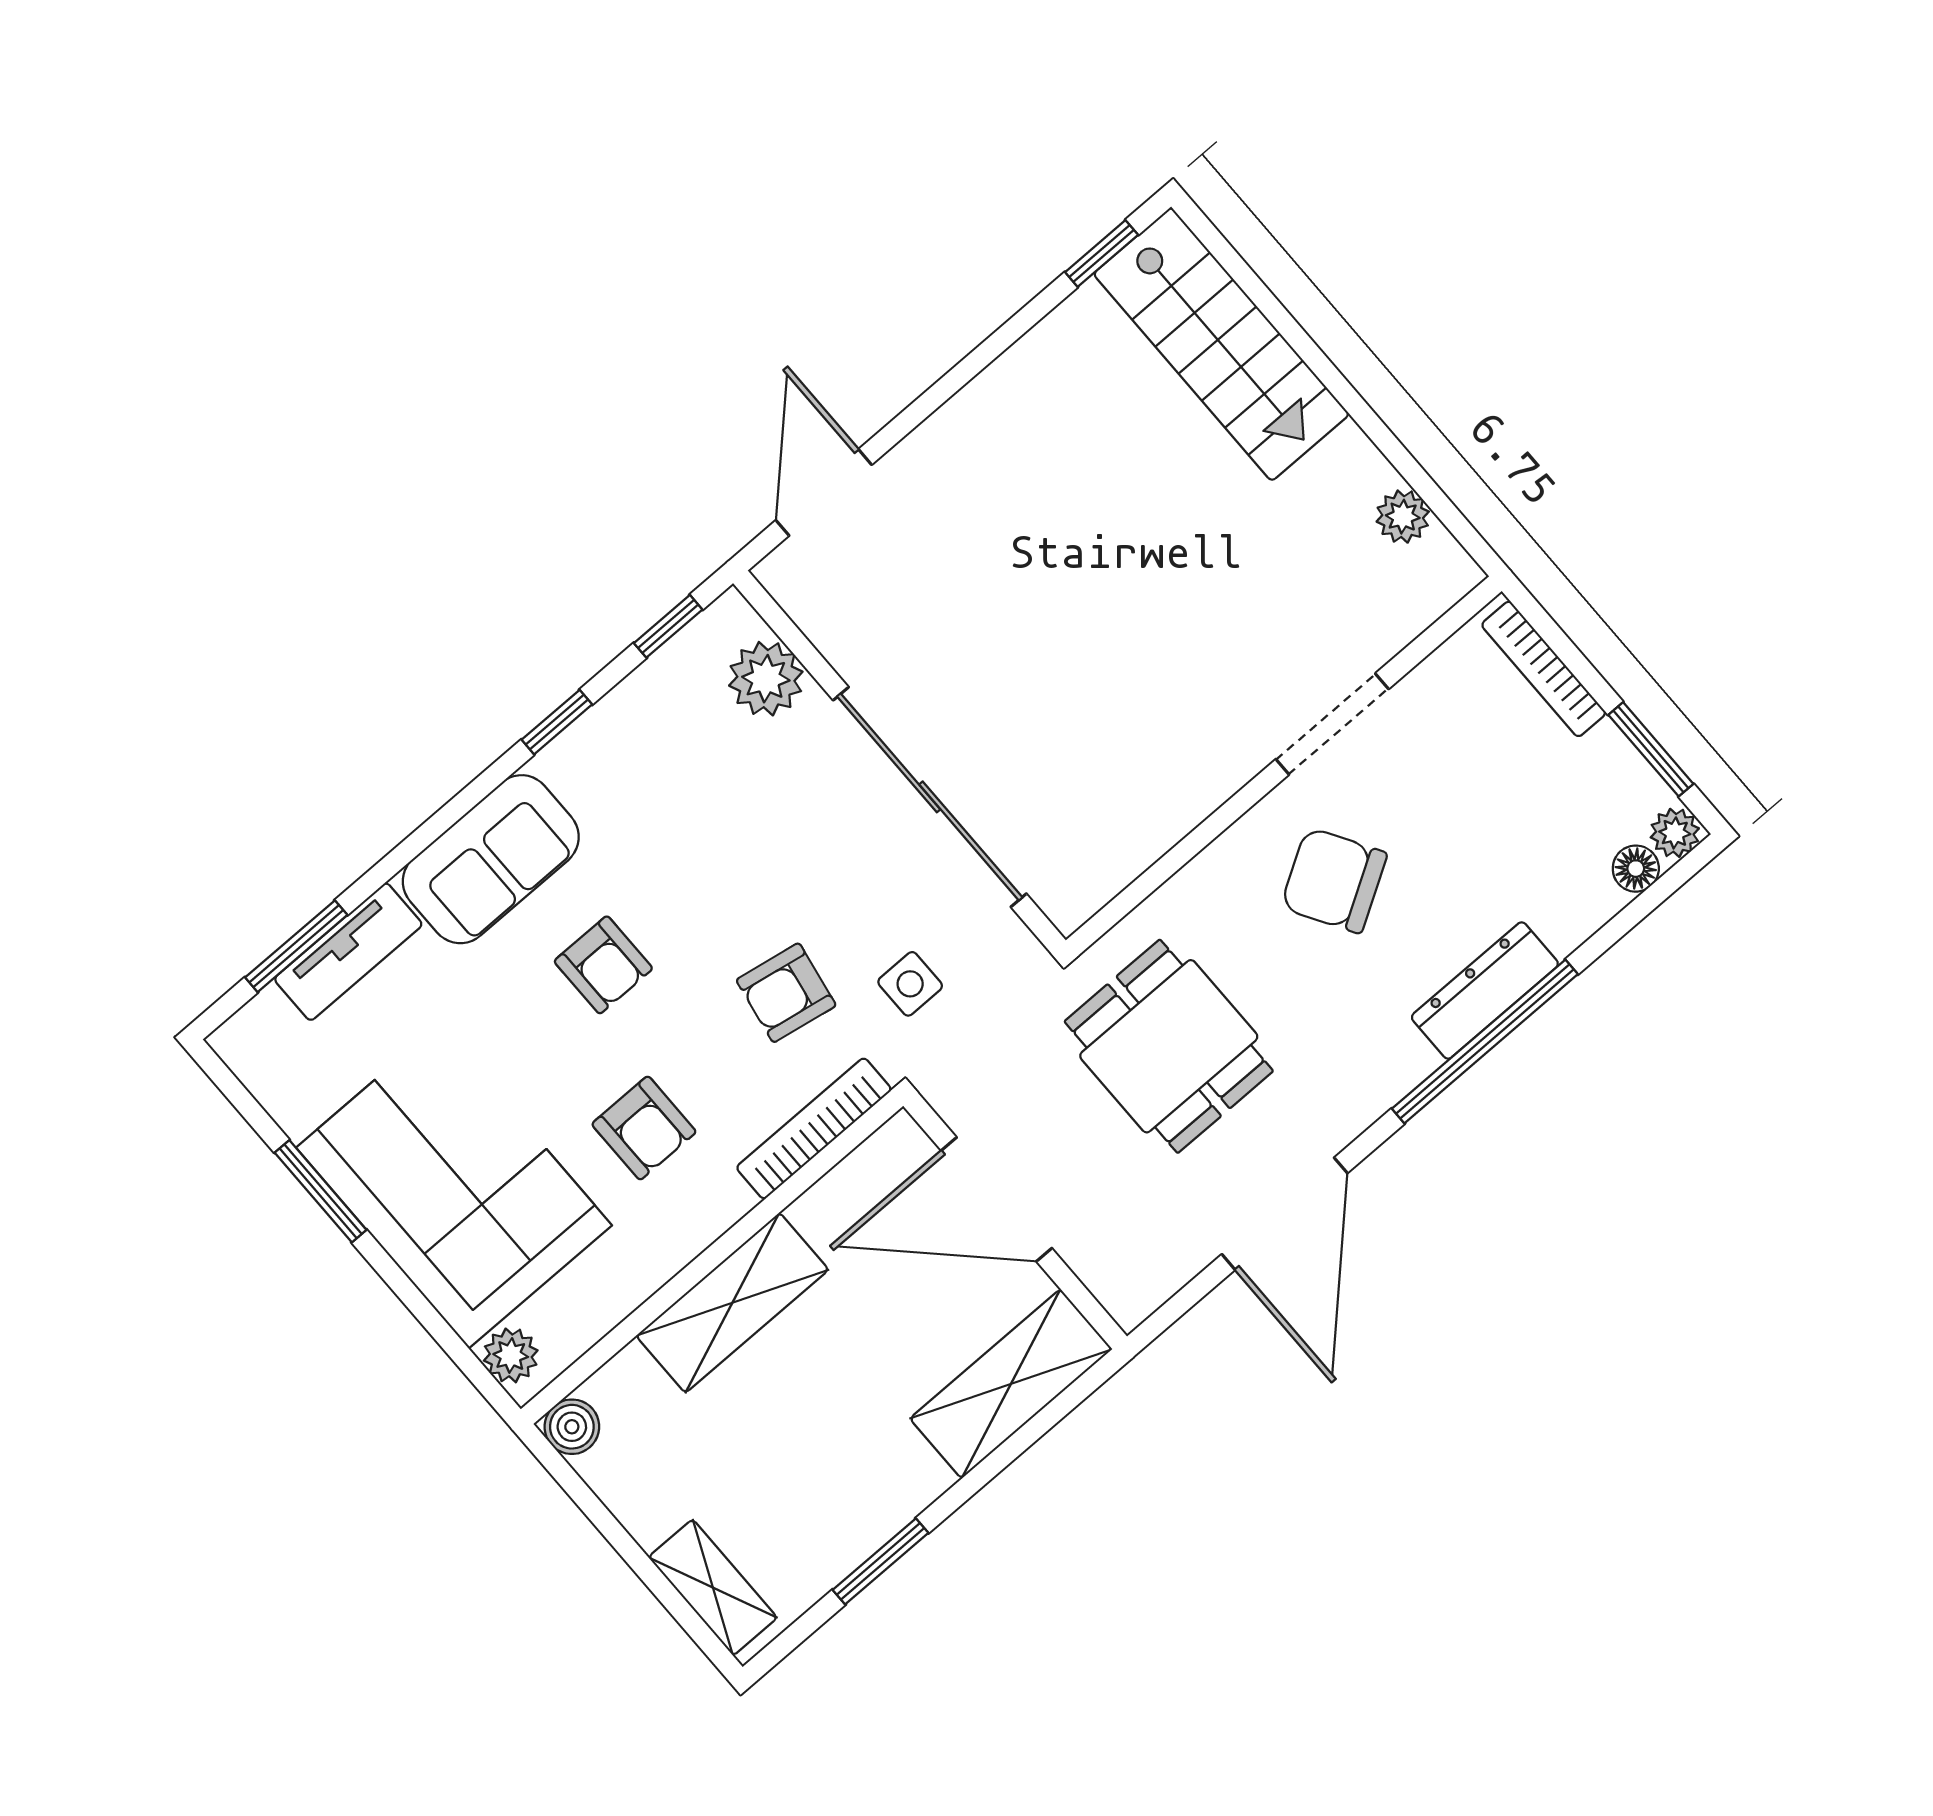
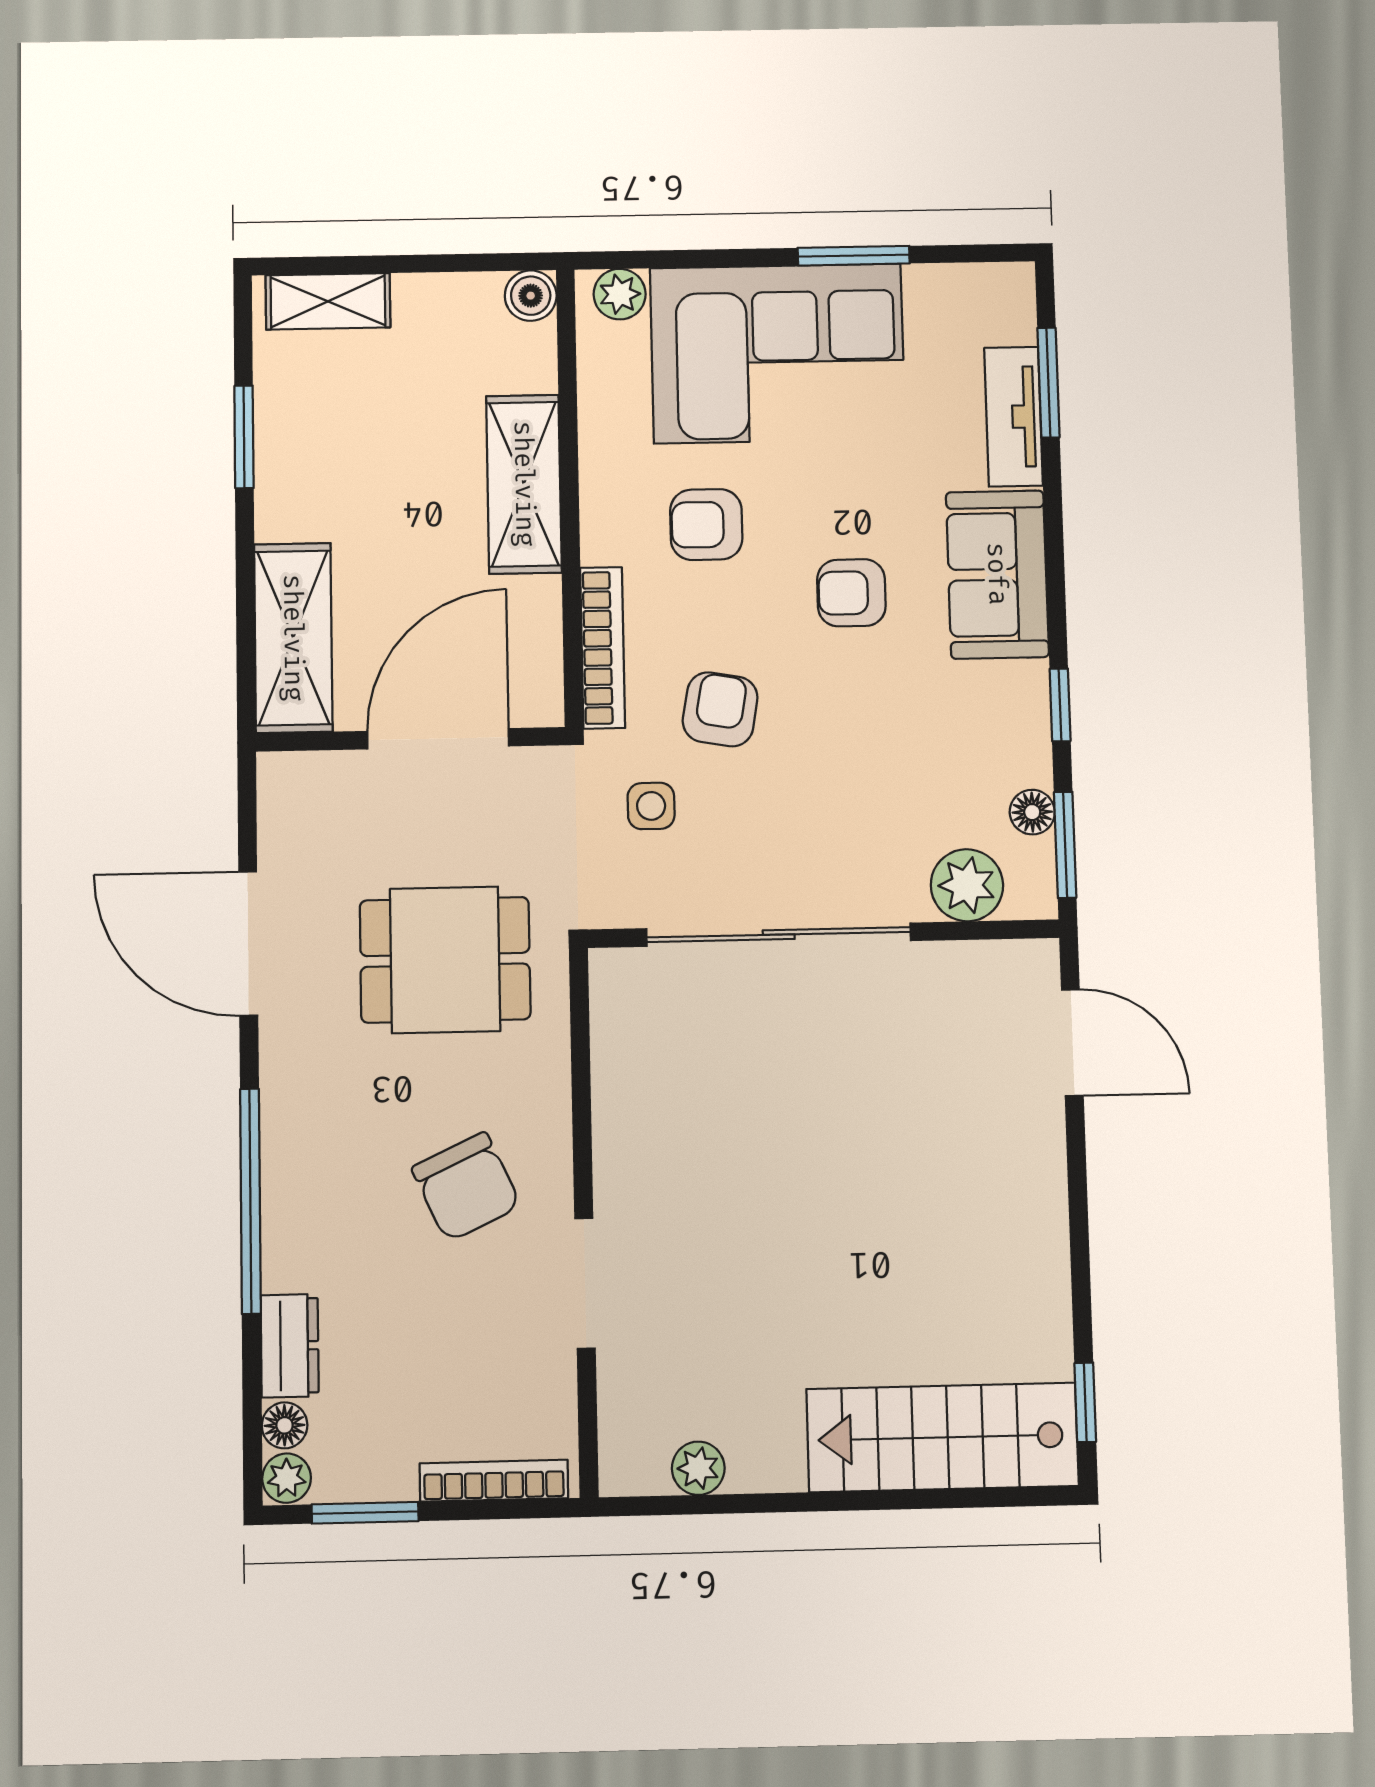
window: (668, 626) -> (1065, 845), width x1.50
floor lamp: (663, 674) -> (1032, 812), added
chair: (1334, 880) -> (466, 1187), turned 96
dresser: (1485, 990) -> (290, 1346), moved, width x0.70

